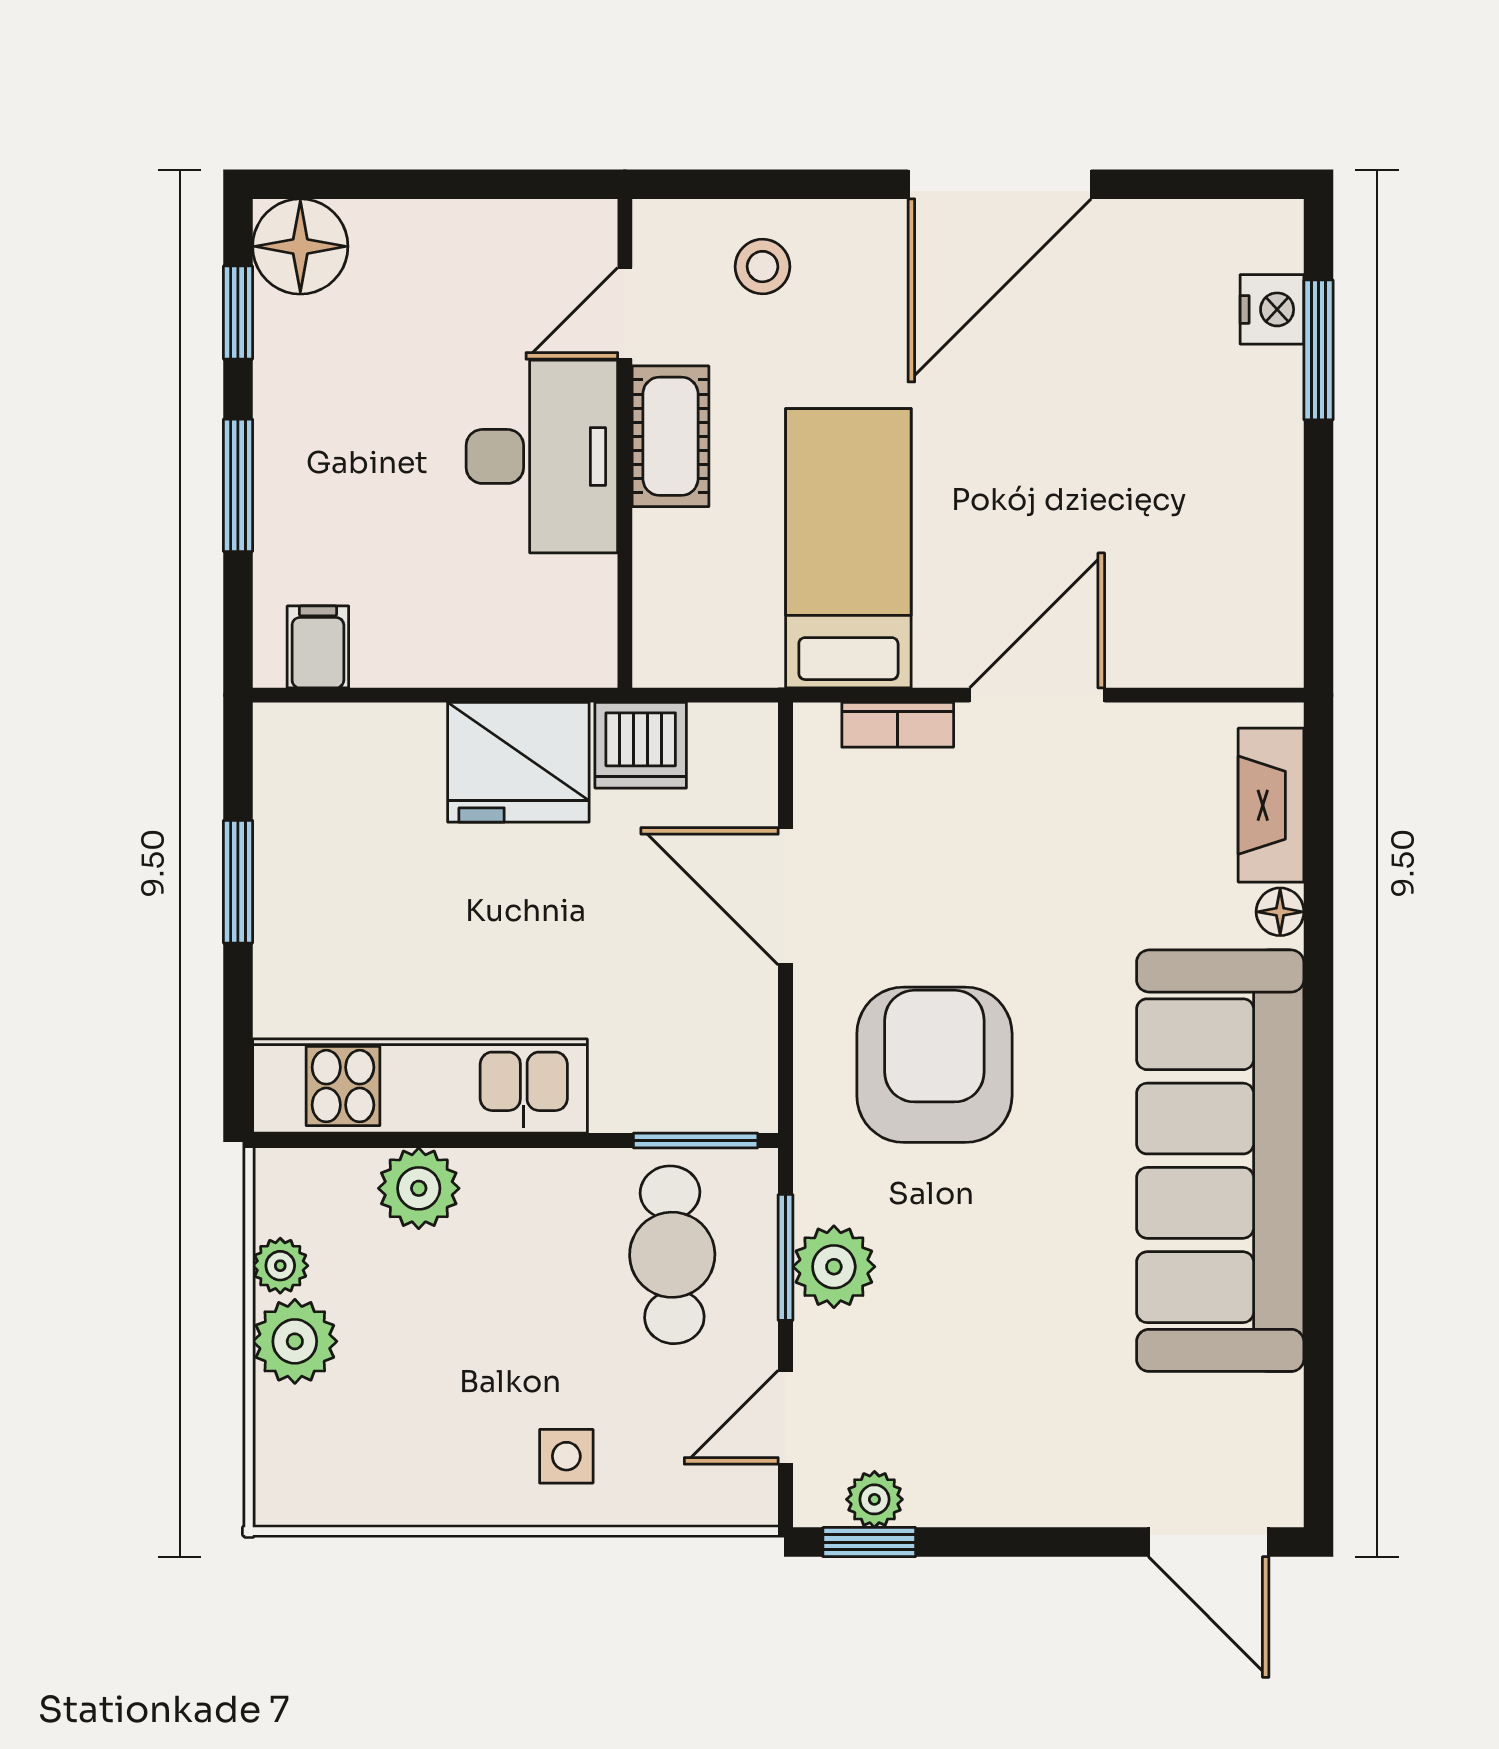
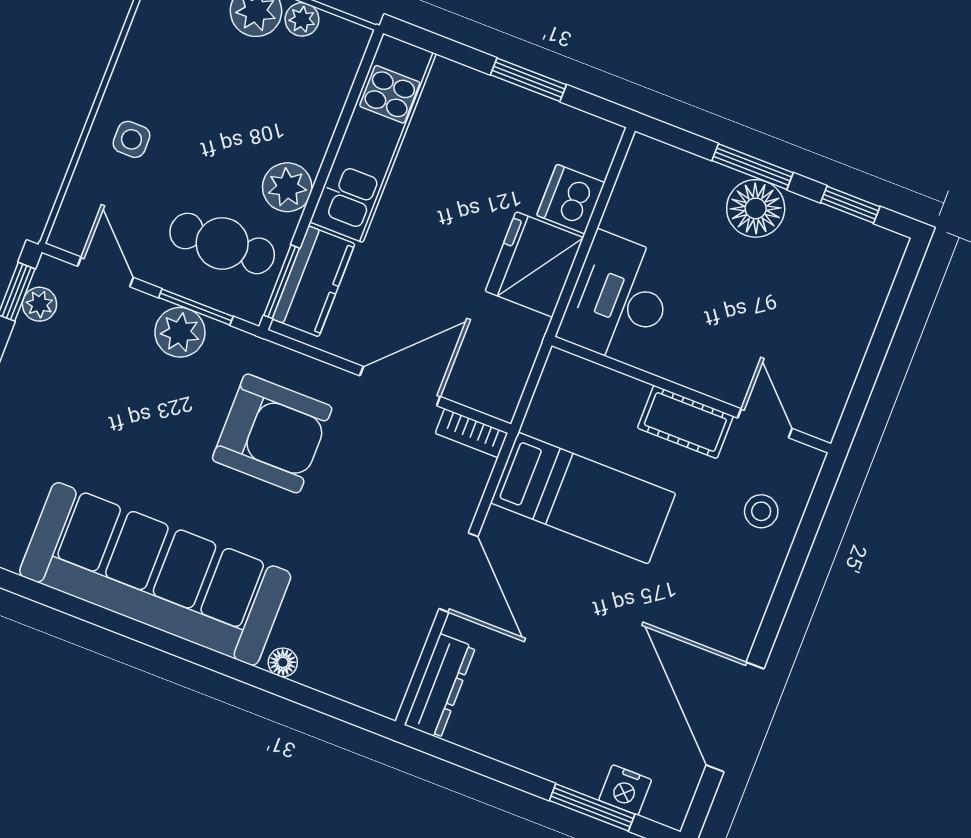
door: (1000, 184) -> (735, 717), moved
floor lamp: (300, 246) -> (756, 208), moved
desk: (542, 456) -> (619, 299), moved, turned 90
filing cabinet: (318, 647) -> (644, 176), removed
dresser: (1223, 656) -> (440, 686), added
bookcase: (898, 725) -> (472, 433), moved, turned -90
dishwasher: (641, 745) -> (571, 199), moved
fireplace: (1271, 805) -> (345, 681), removed
kitchen counter: (676, 1092) -> (313, 281), added
plant: (419, 1188) -> (287, 187), moved

